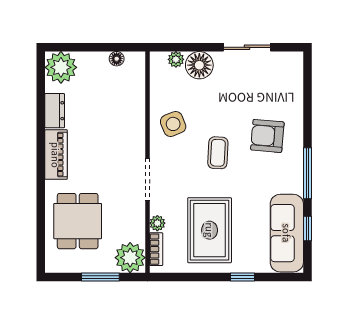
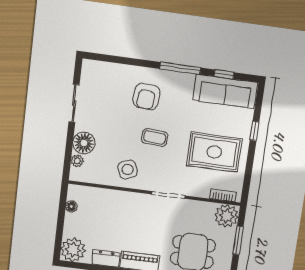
plant: (157, 223) -> (203, 192), removed

